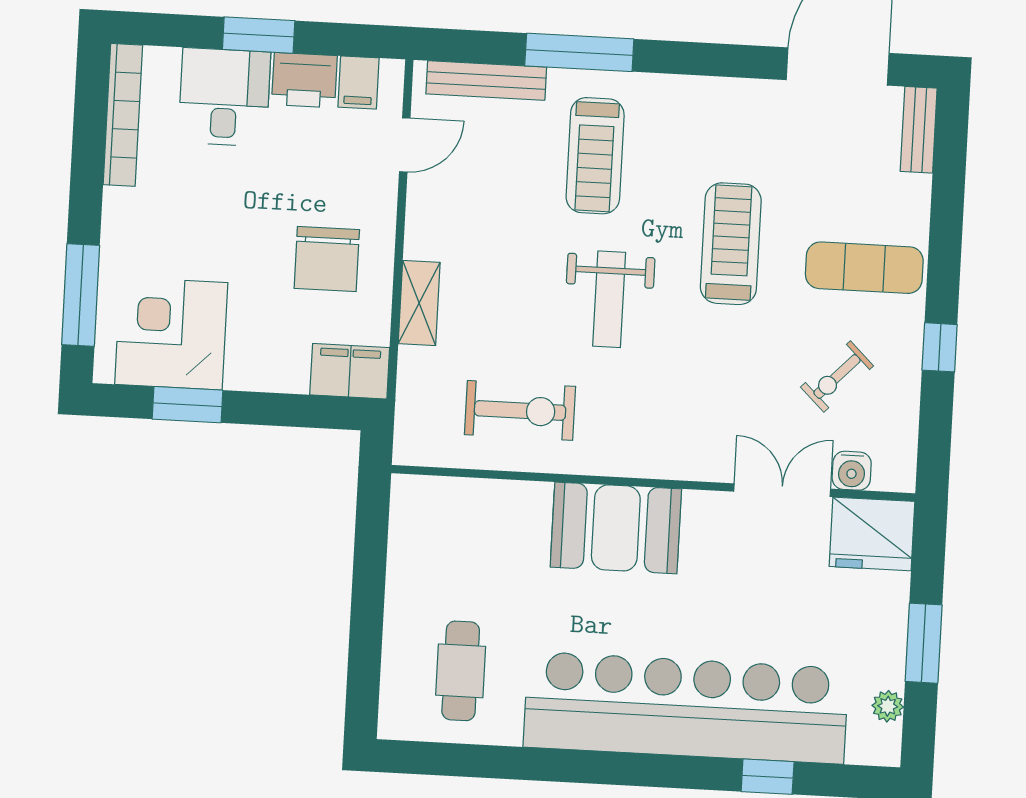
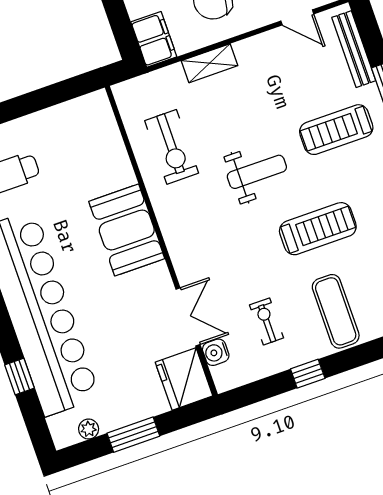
weight bench: (609, 299) -> (257, 172), turned 180
exercise bike: (837, 376) -> (266, 321), turned 46

